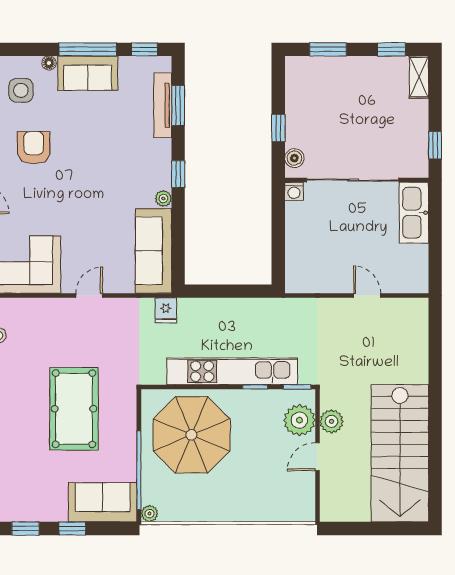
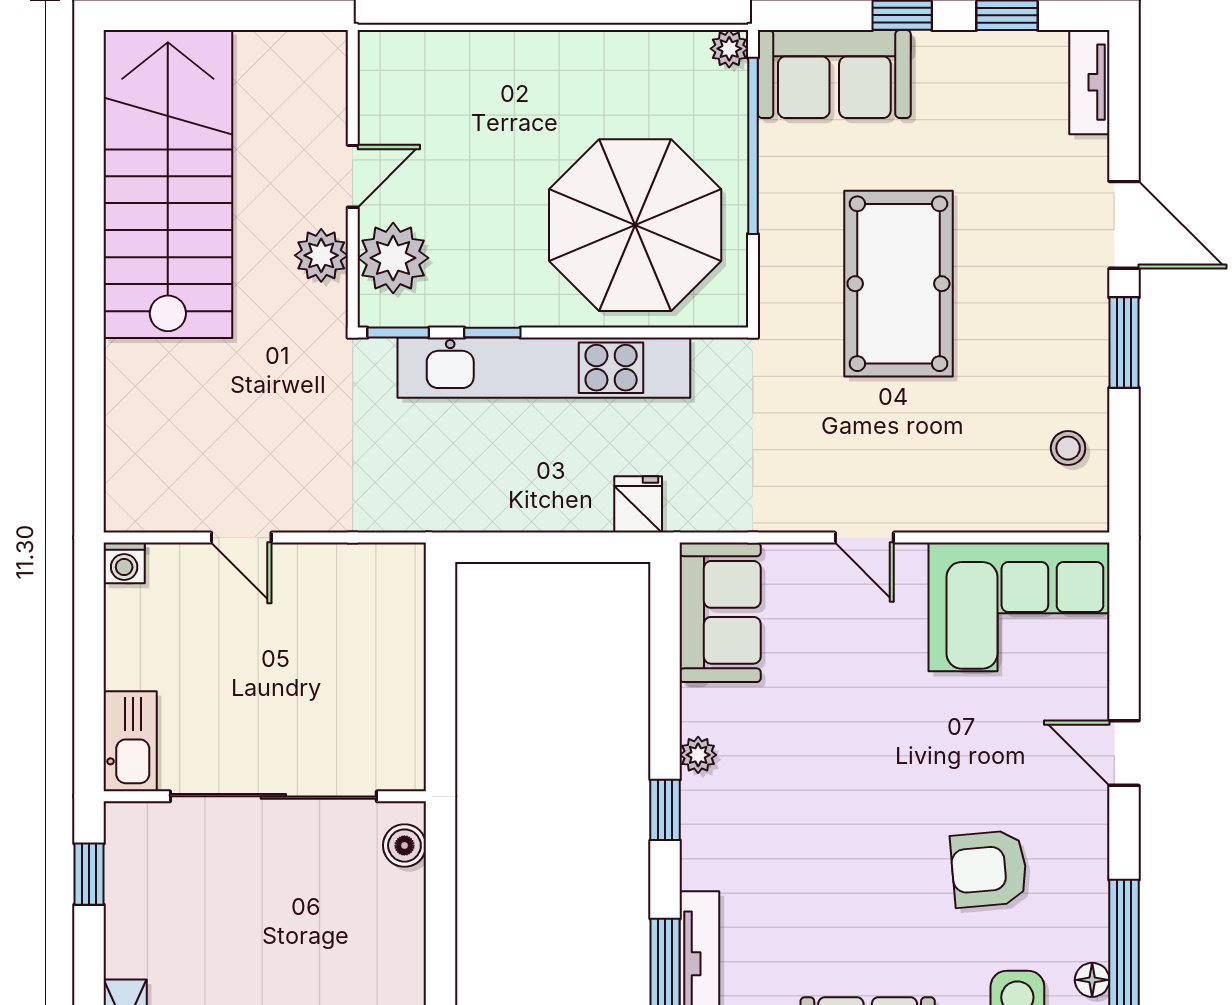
window: (278, 128) -> (441, 913), removed
armchair: (34, 148) -> (989, 869), turned 85
washing machine: (294, 191) -> (124, 563), moved, turned 180
kitchen sink: (414, 213) -> (130, 741), width x0.73, depth x0.81
sofa: (154, 251) -> (720, 612), width x0.73
door: (89, 295) -> (864, 538), hinge flipped
fridge: (166, 310) -> (638, 504), moved

